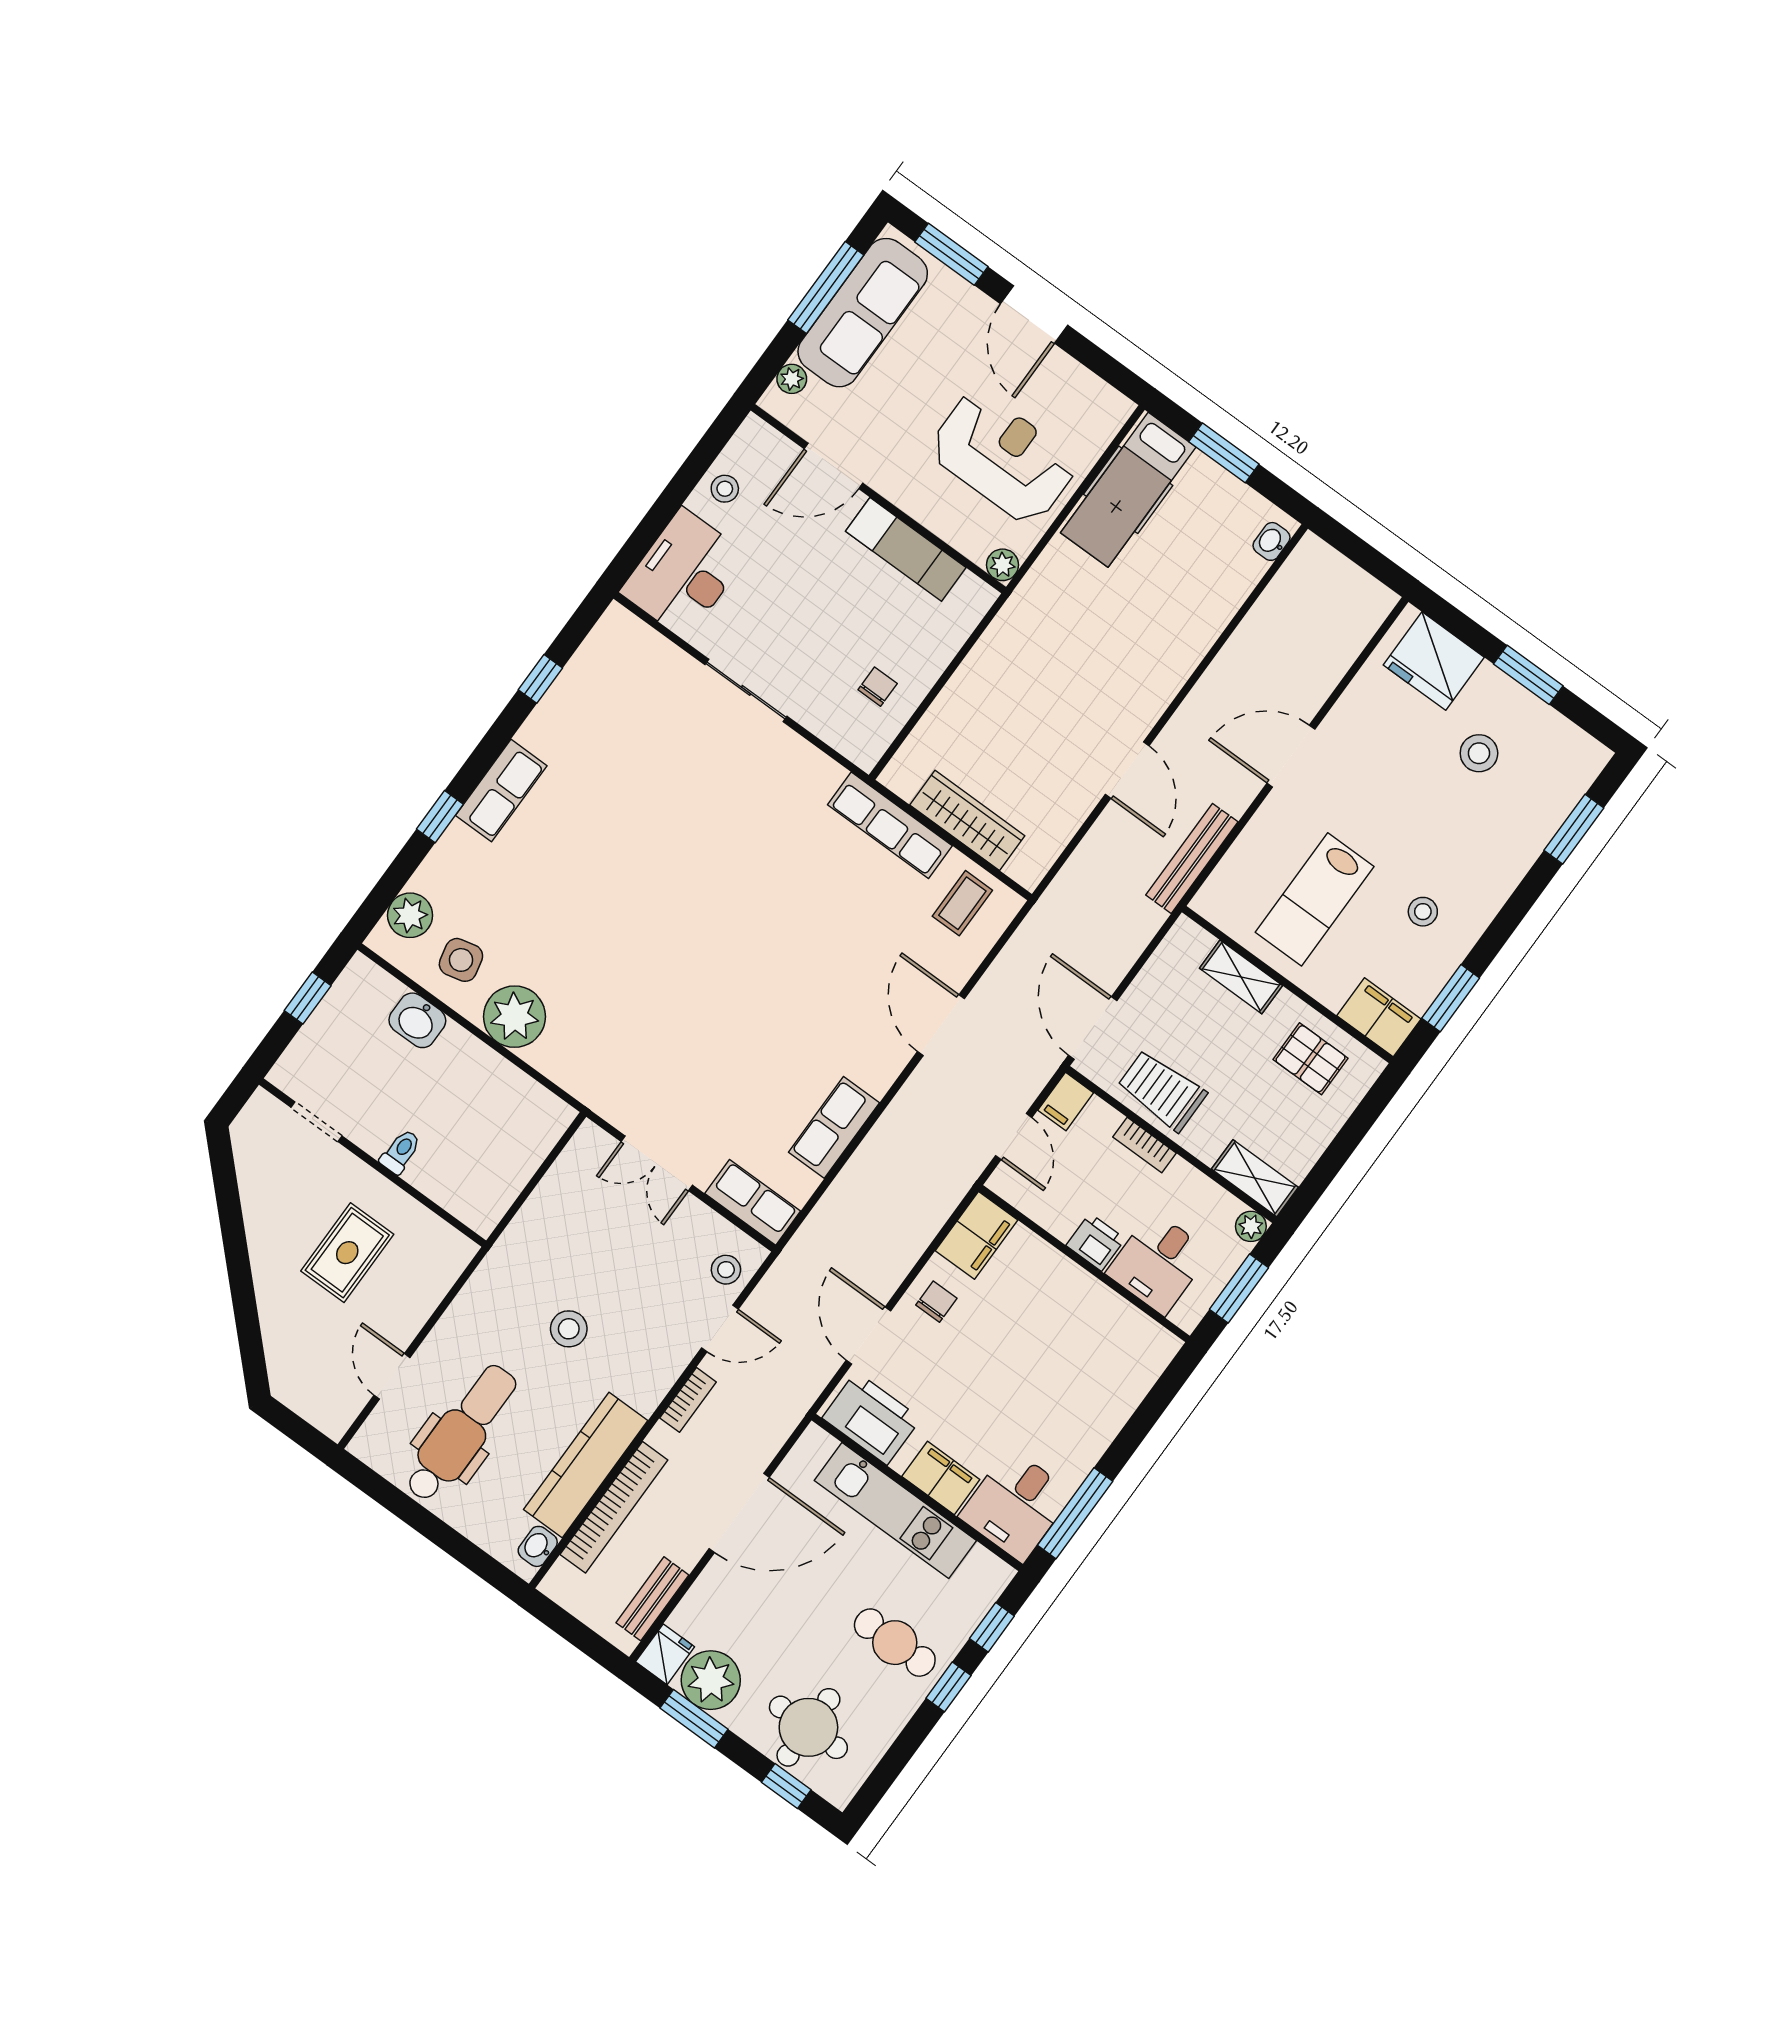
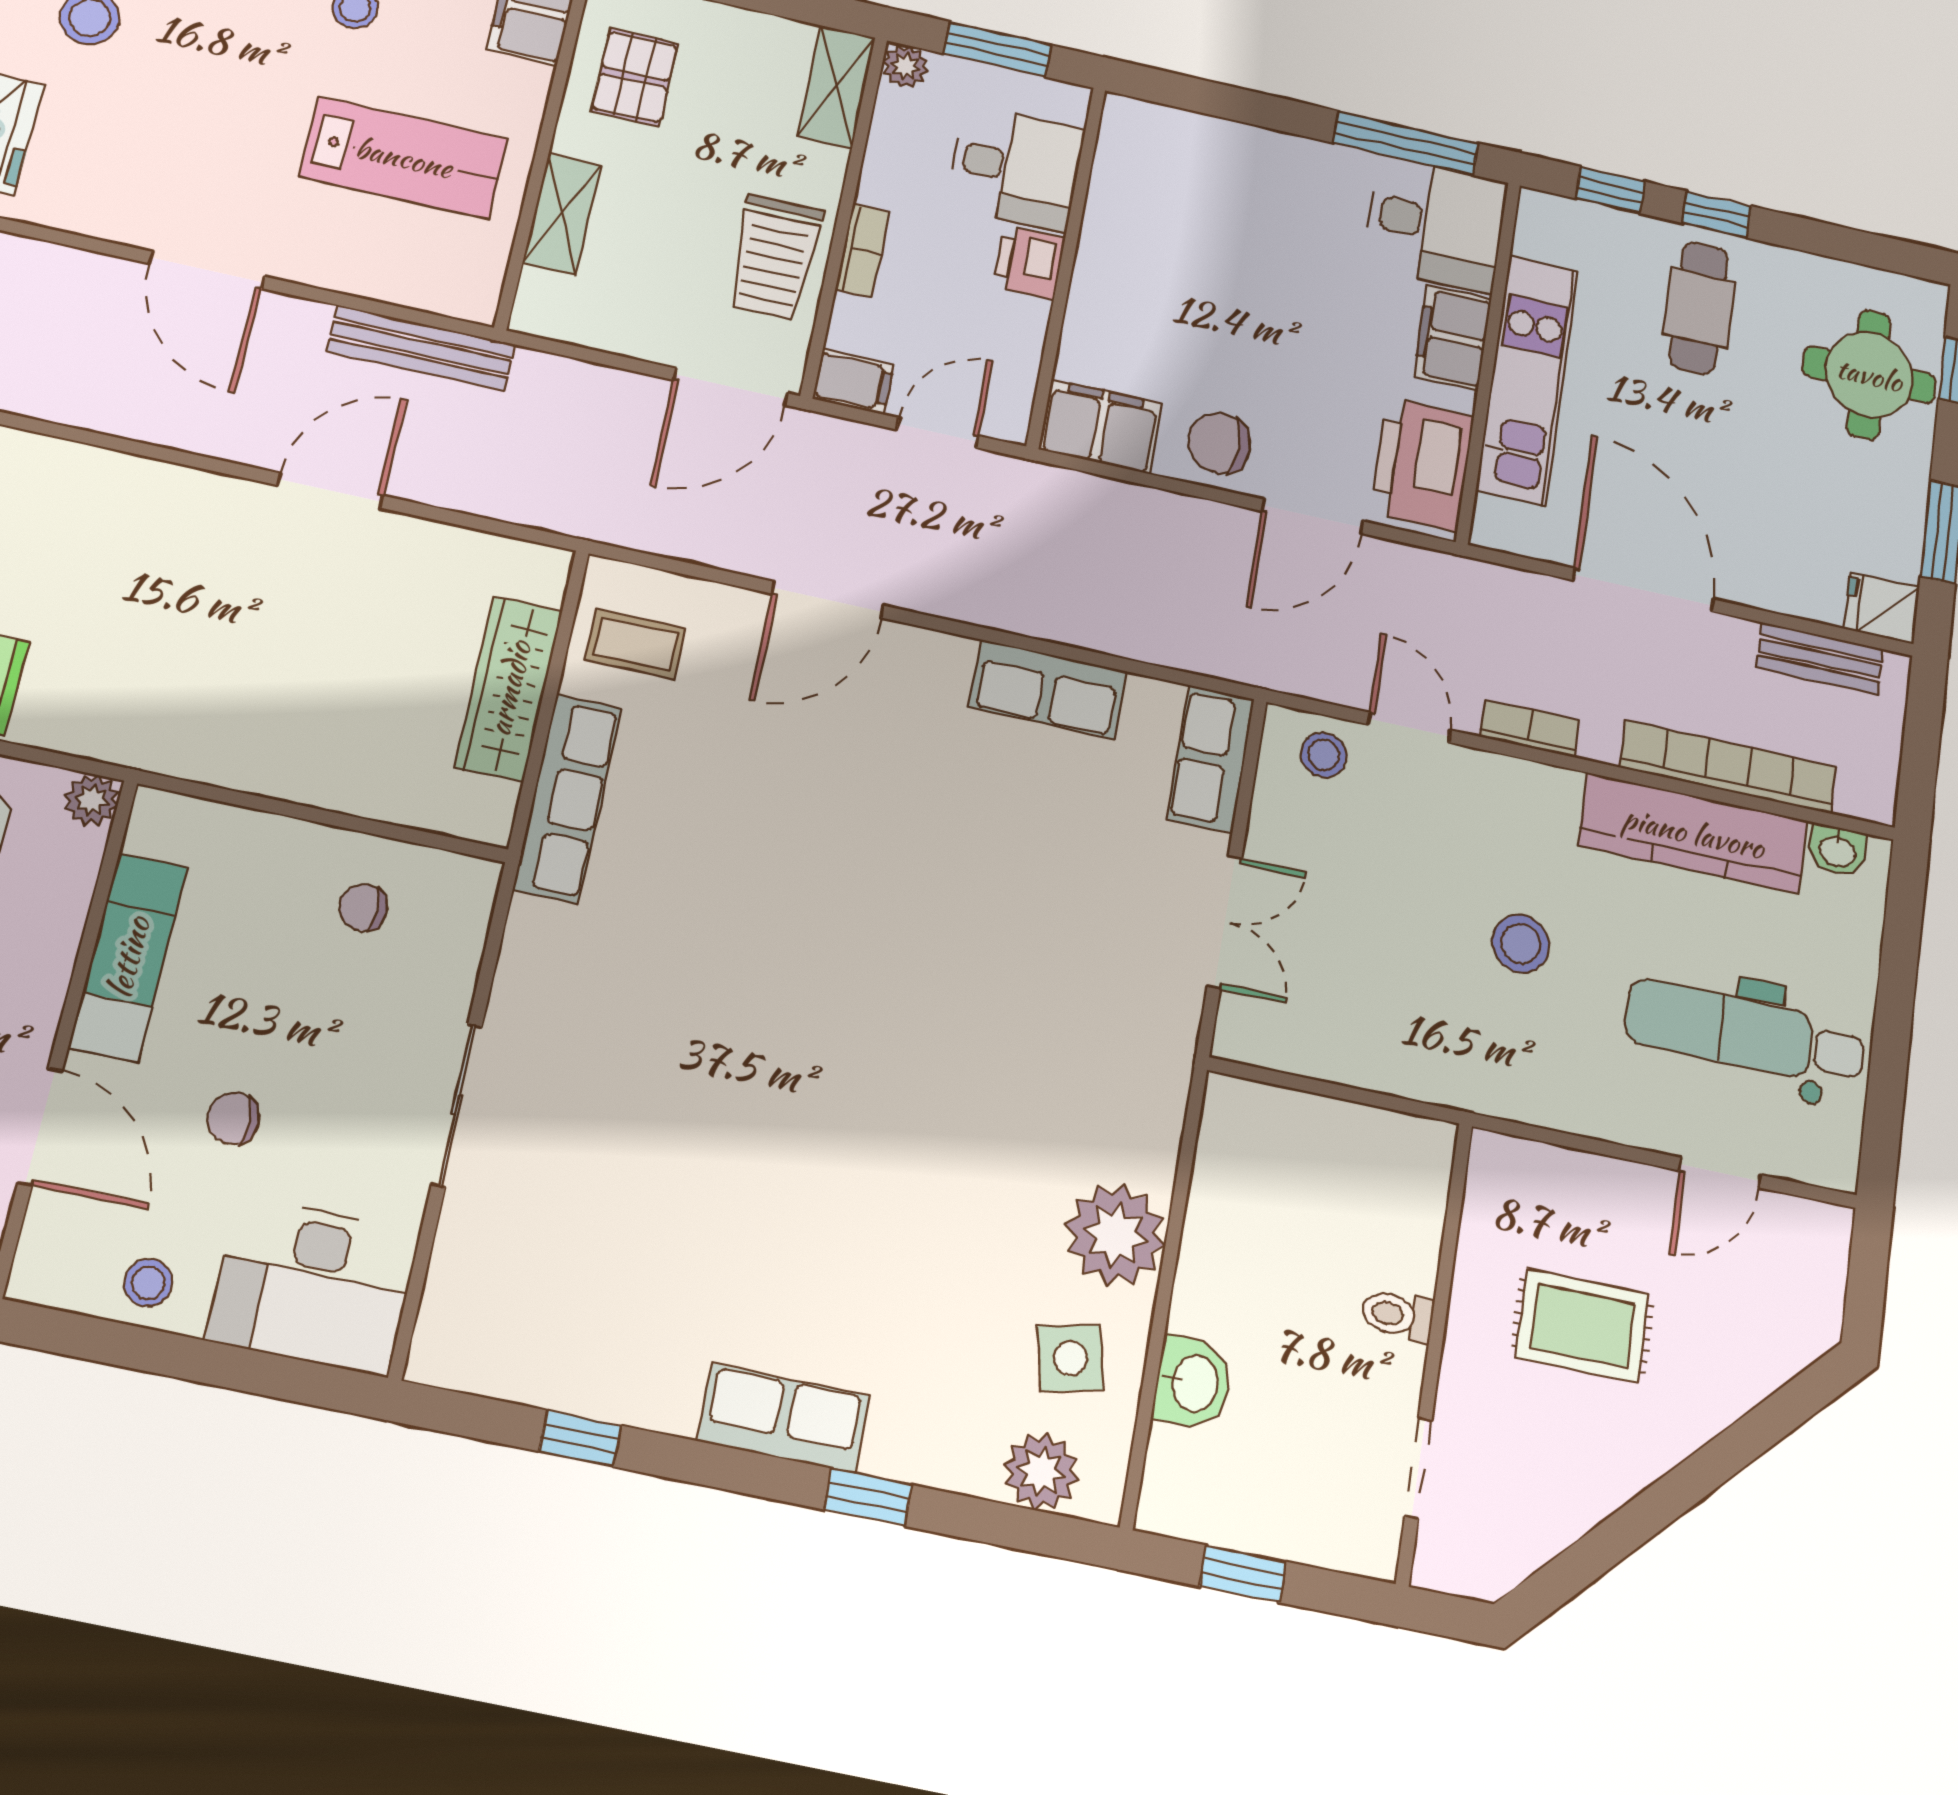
chair: (792, 569) -> (233, 1118), added
chair: (936, 1302) -> (1219, 443), width x1.37, depth x1.37
plant: (711, 1680) -> (1881, 531), removed

